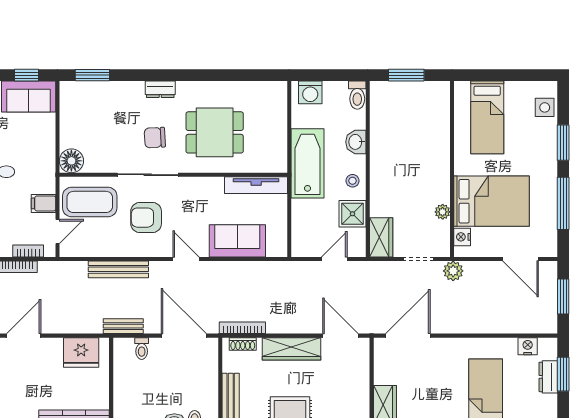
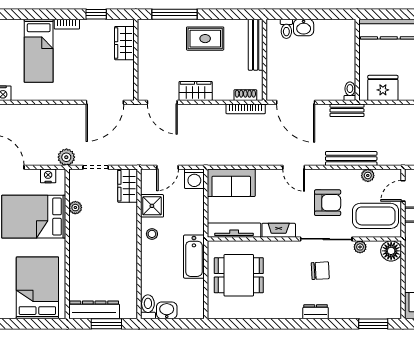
washing machine: (310, 92) -> (194, 179), moved, turned 180
dresser: (420, 92) -> (94, 310), added
bed: (487, 117) -> (37, 288), width x1.50
dining table: (215, 132) -> (239, 275), moved
washbasin: (356, 142) -> (167, 310), moved, turned -90
bathtub: (308, 163) -> (194, 257), width x0.73, depth x0.73
plant: (108, 166) -> (360, 247), added
fireplace: (204, 185) -> (279, 230), added
nightstand: (462, 237) -> (48, 176), moved, turned -90
sofa: (237, 241) -> (231, 183), moved
plant: (99, 250) -> (368, 175), added
toilet: (142, 349) -> (350, 91), moved
wardrobe: (291, 349) -> (196, 91), width x0.67

